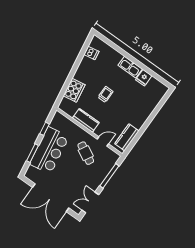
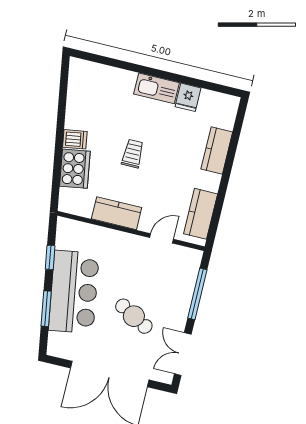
dishwasher: (91, 53) -> (75, 139), moved
kitchen counter: (147, 109) -> (217, 150), added
cafe table: (86, 153) -> (134, 316), moved

